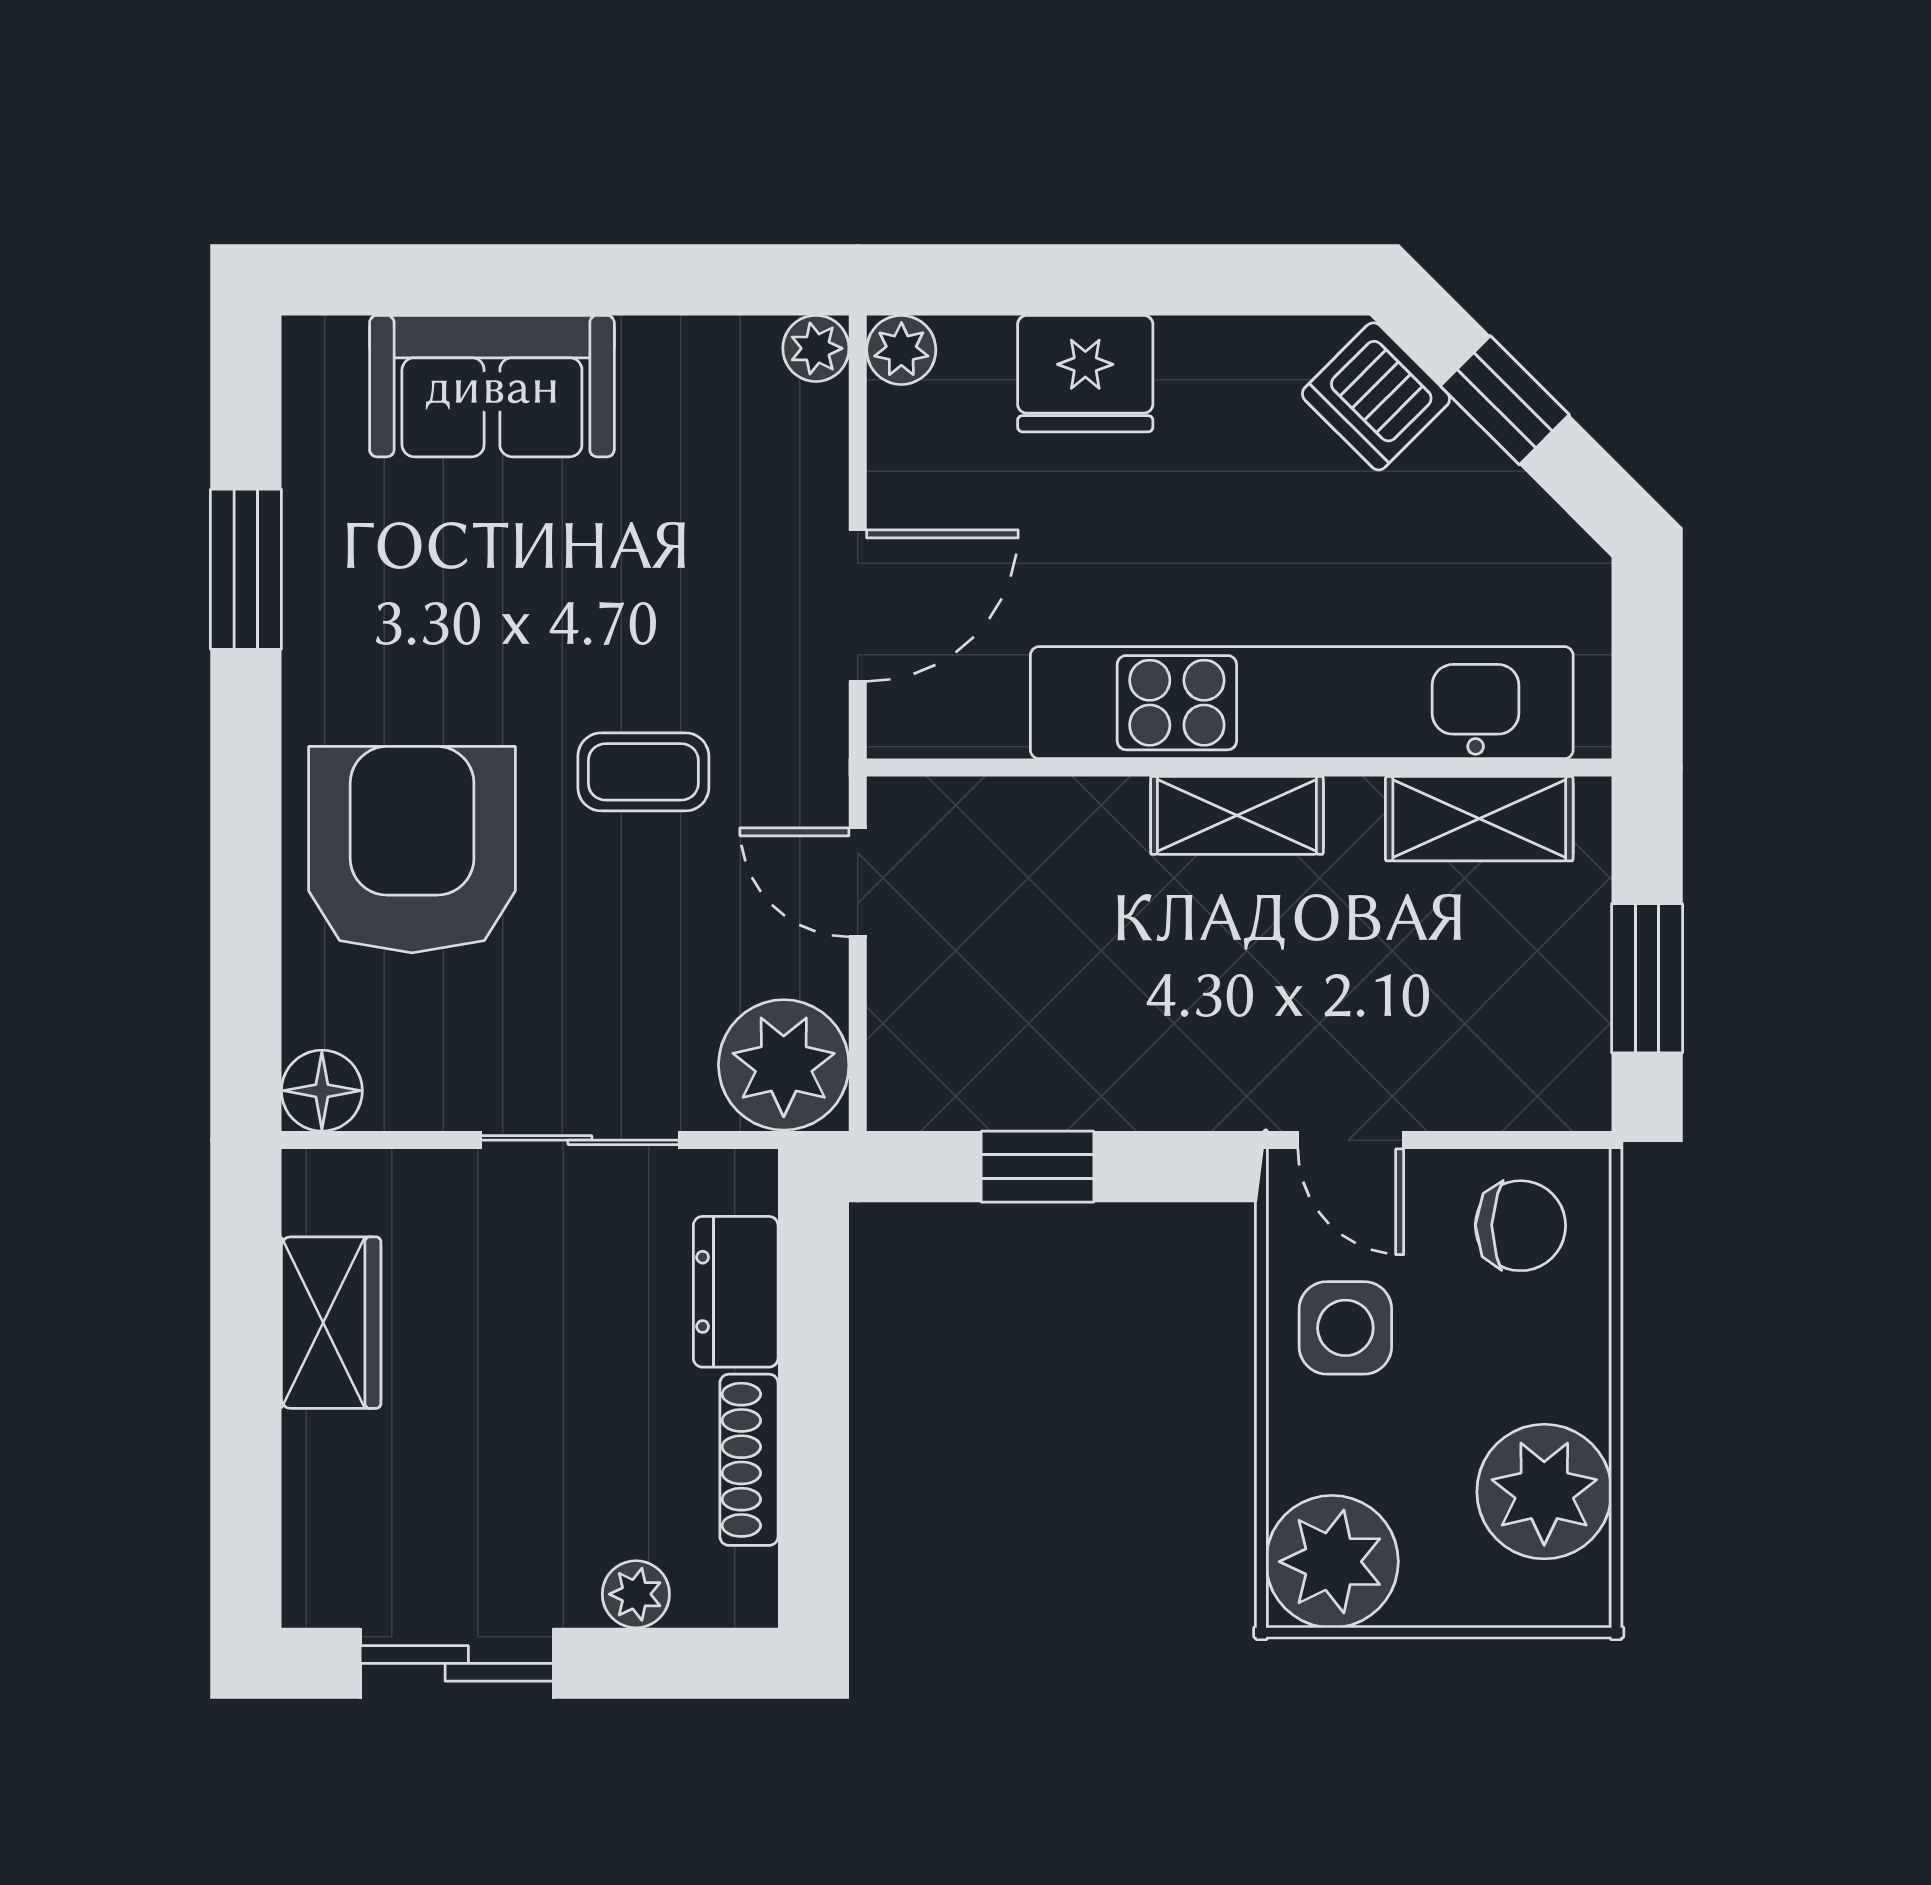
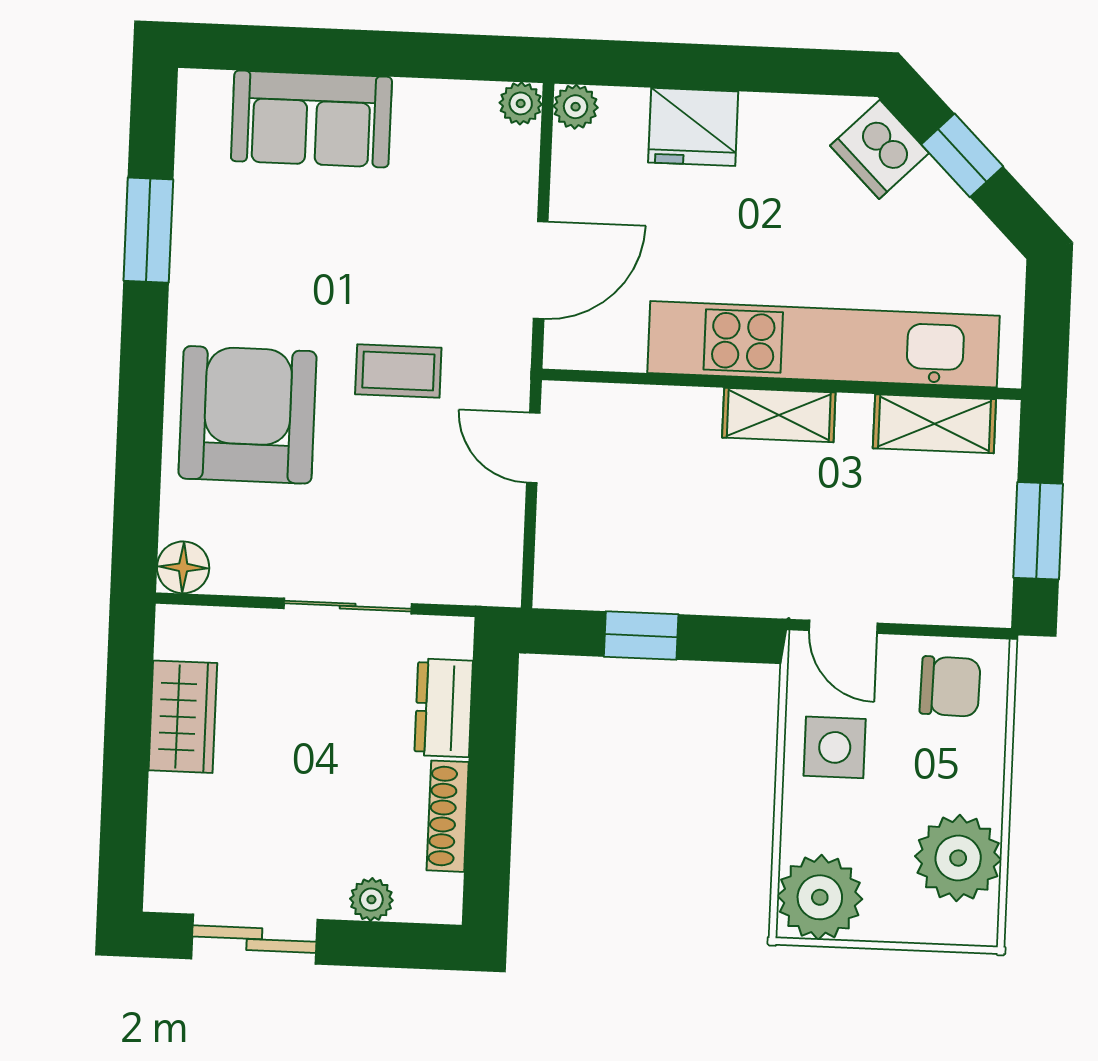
plant: (784, 1065) -> (481, 563), removed

